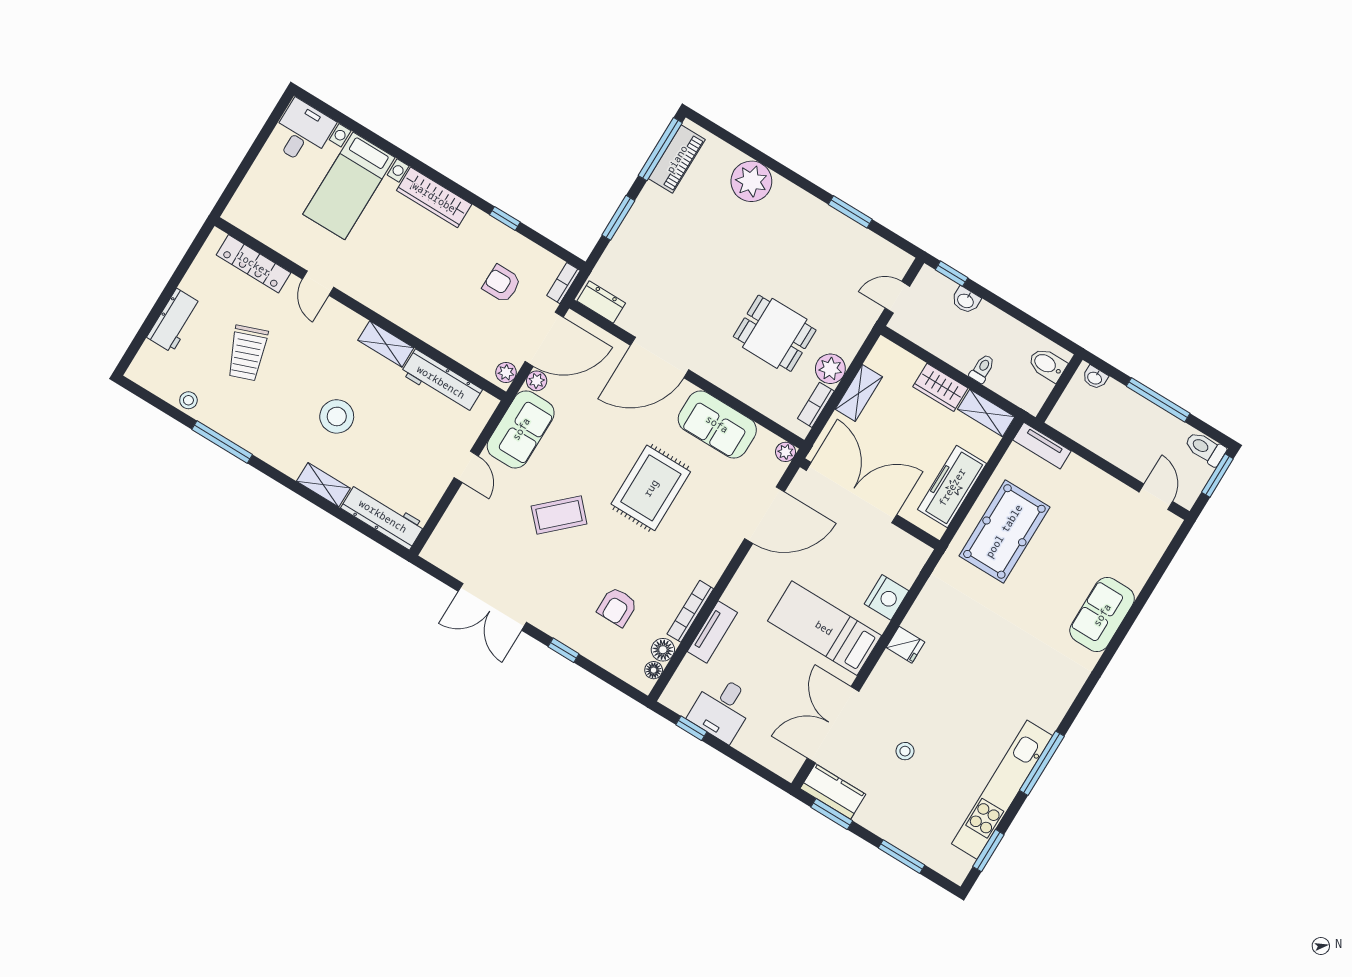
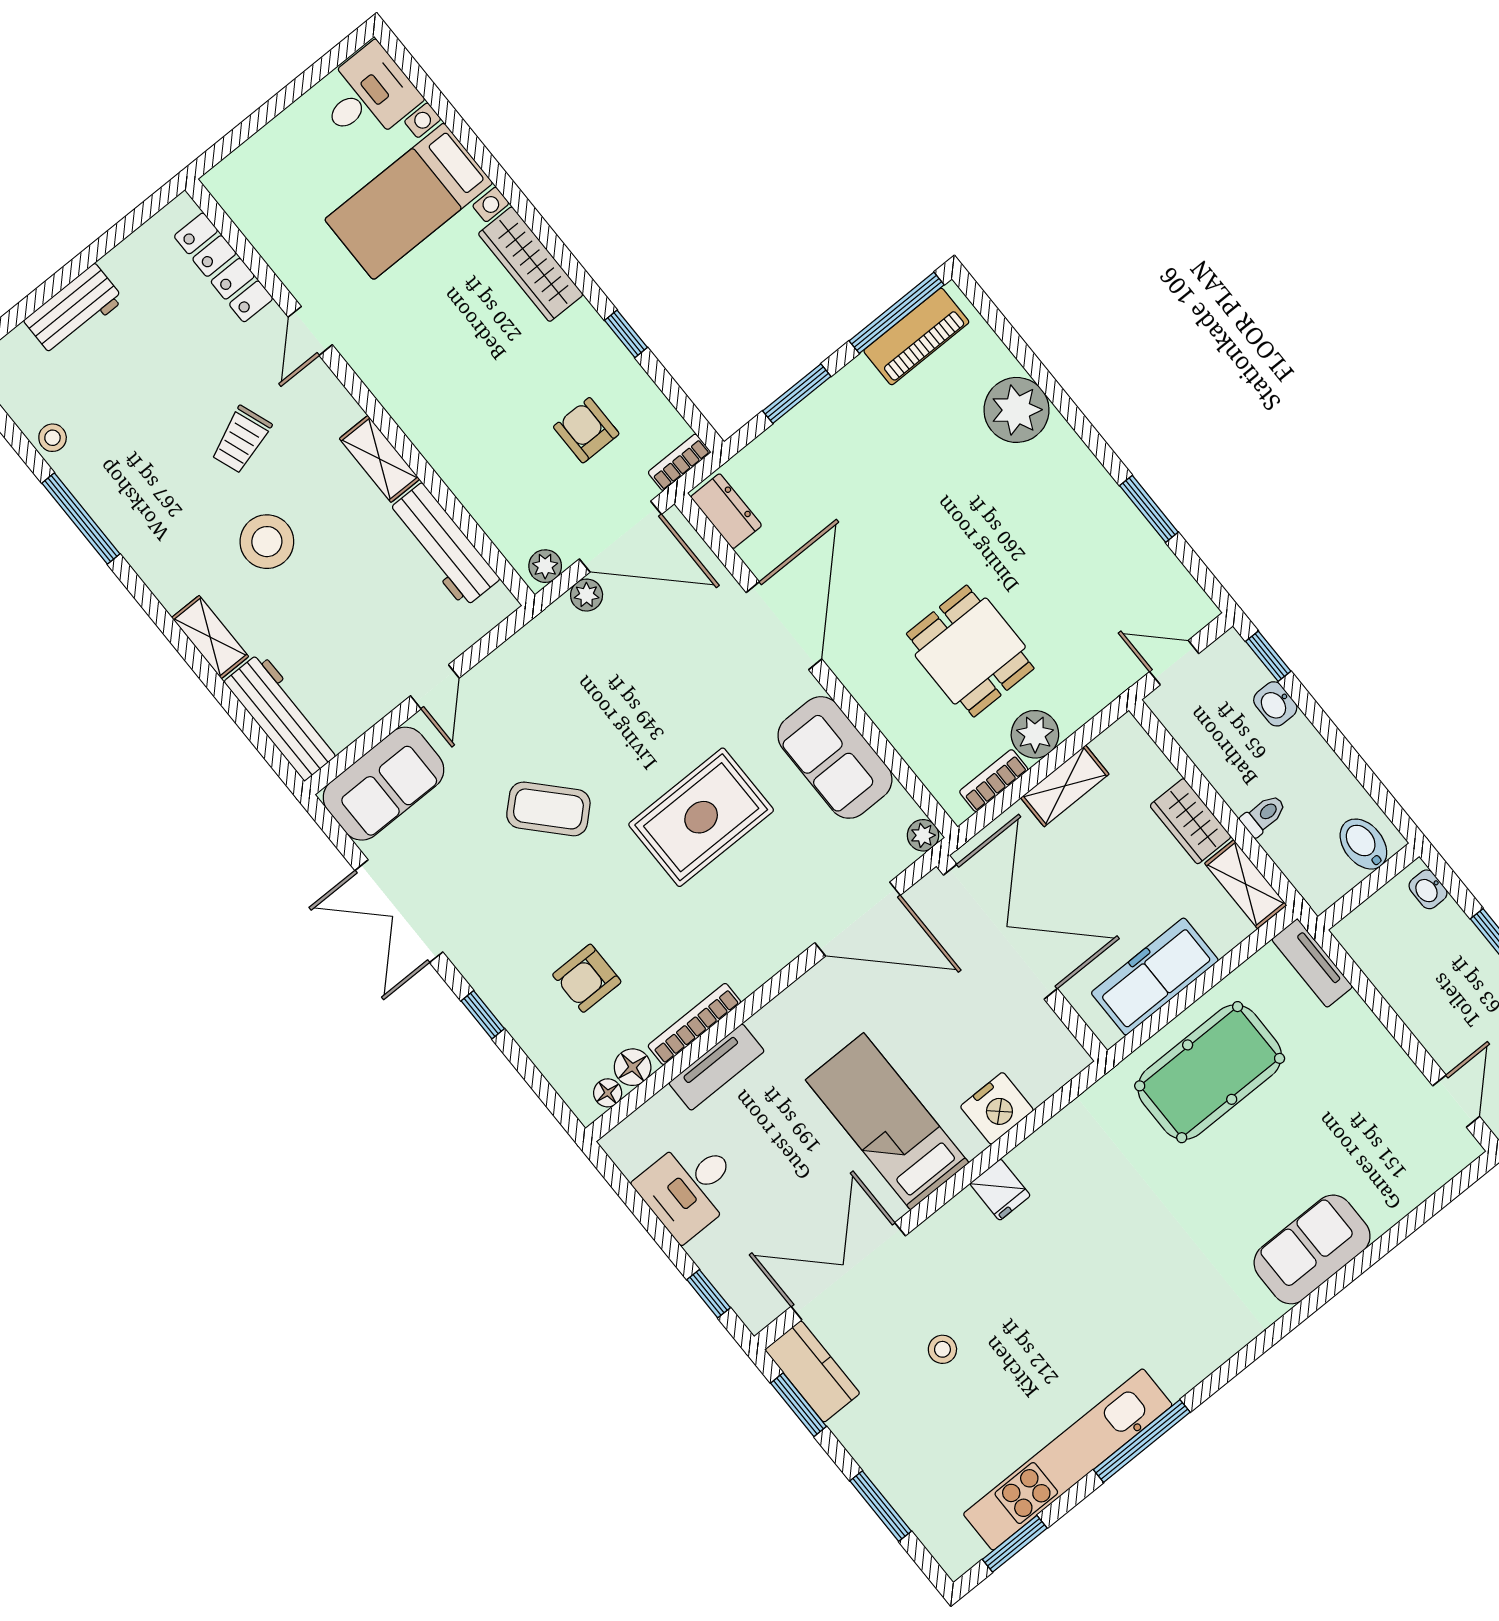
trolley: (247, 353) -> (241, 440), moved, width x0.73, depth x0.72
door: (660, 358) -> (784, 626), swing flipped
sofa: (521, 429) -> (383, 784), moved
window: (691, 728) -> (709, 1294), moved

